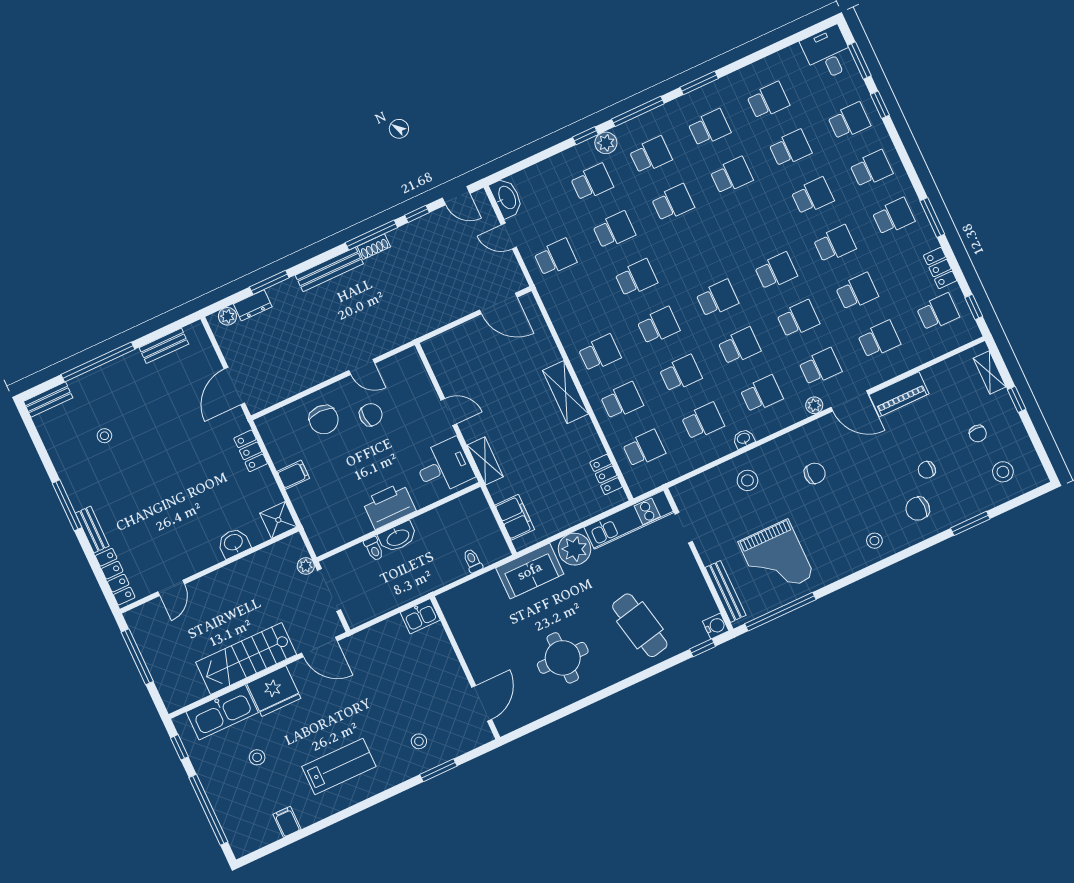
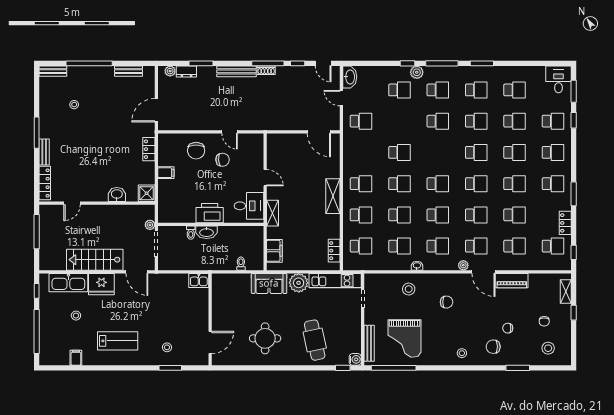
school desk: (614, 230) -> (476, 152), moved

